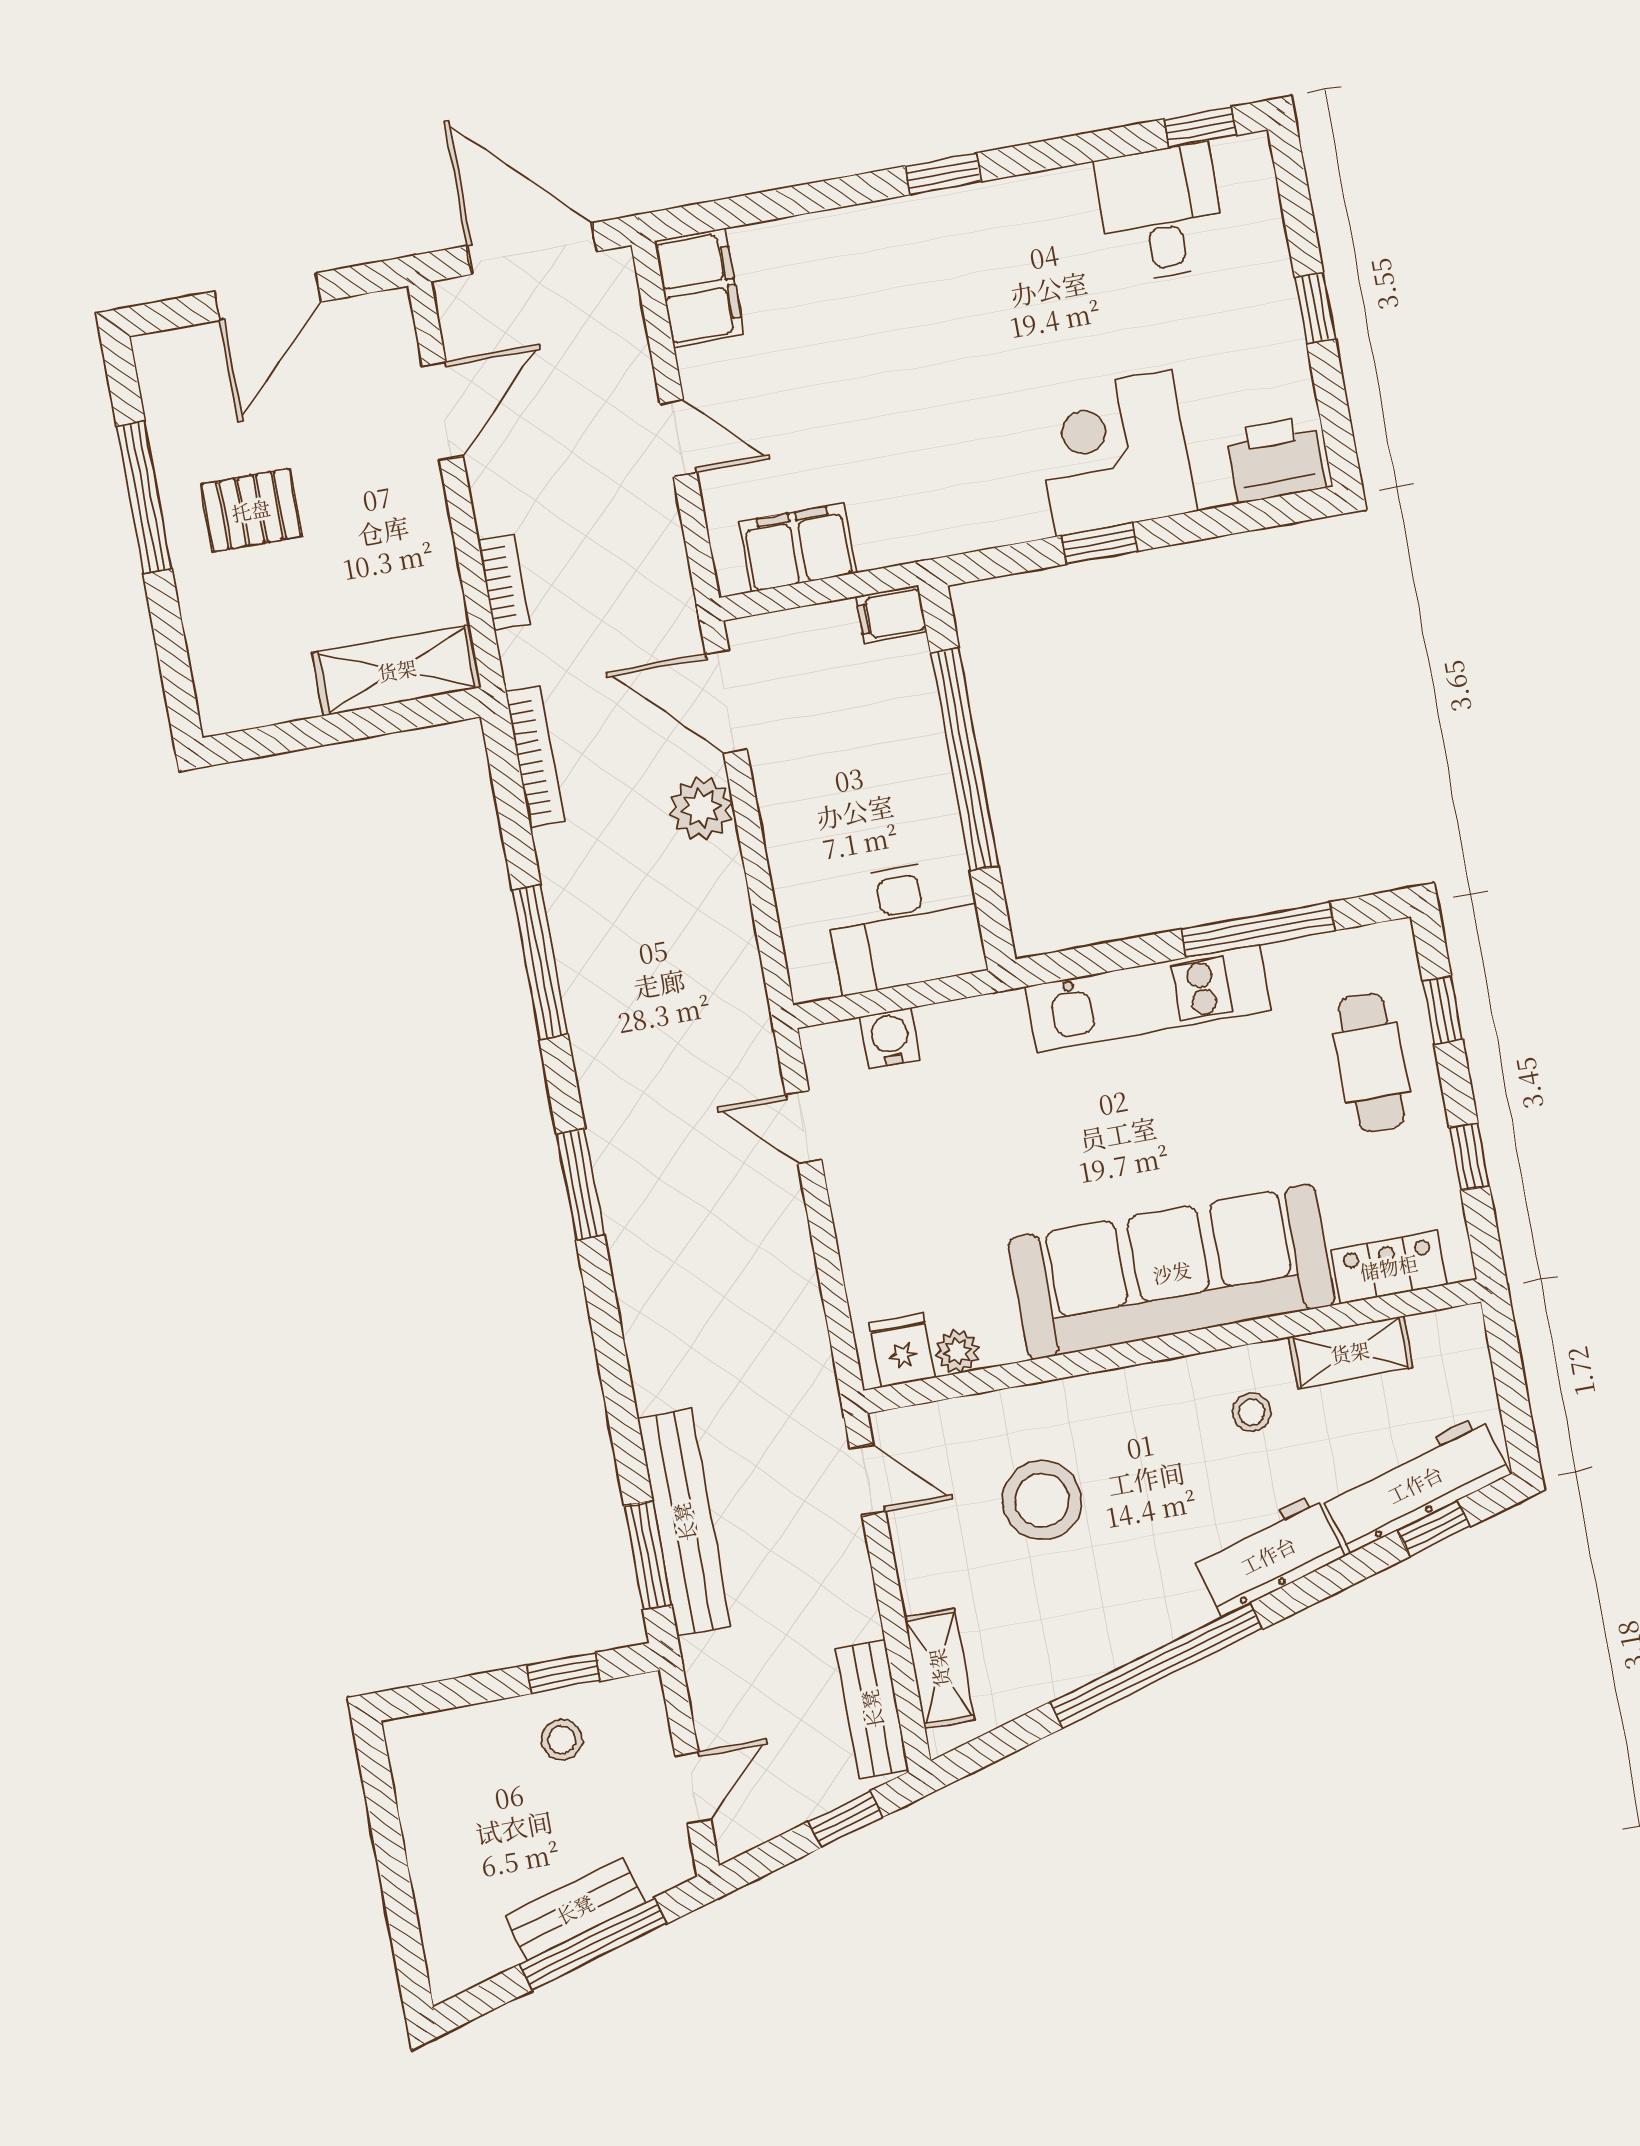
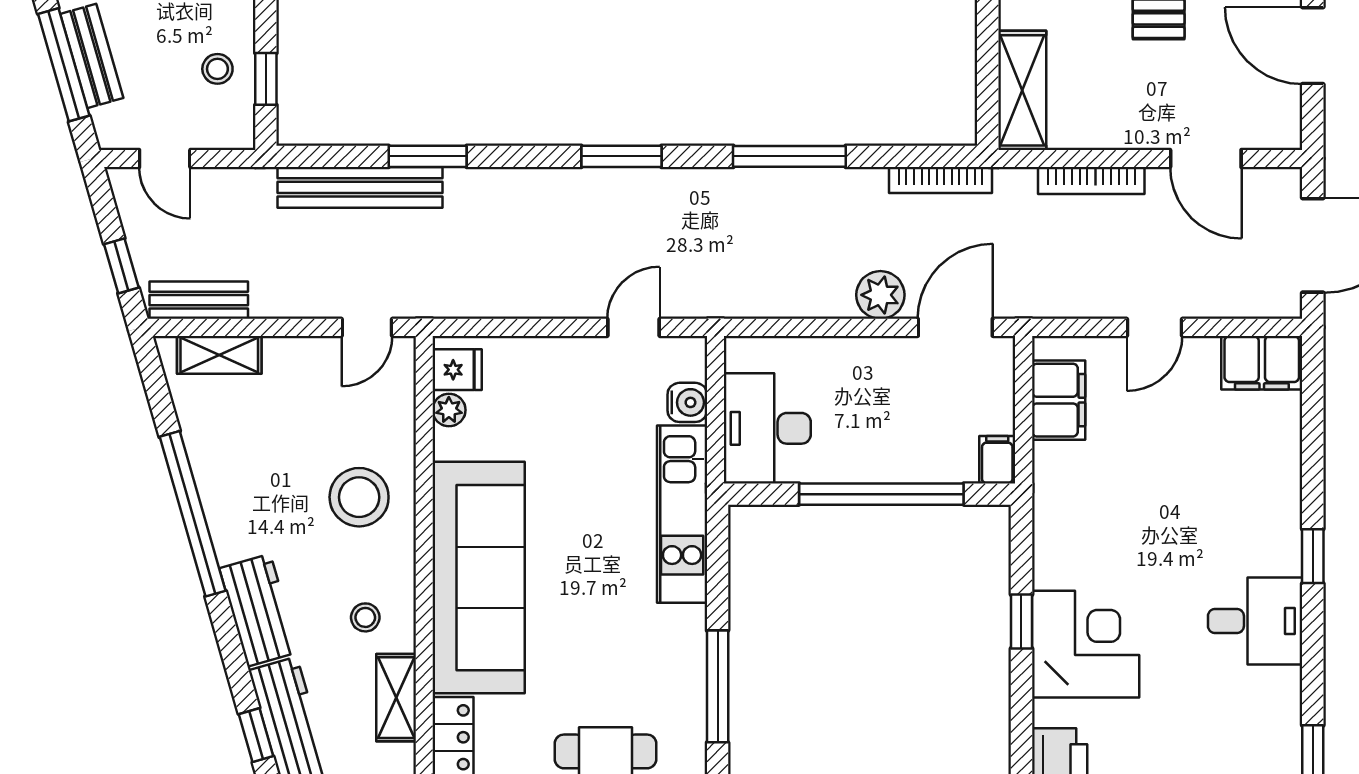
desk: (1161, 213) -> (1255, 621), moved
bookcase: (504, 582) -> (1091, 181), width x1.56
kitchen unit: (1148, 998) -> (682, 514), moved
stool: (1042, 1500) -> (359, 497), moved
window: (648, 1555) -> (428, 156), moved

